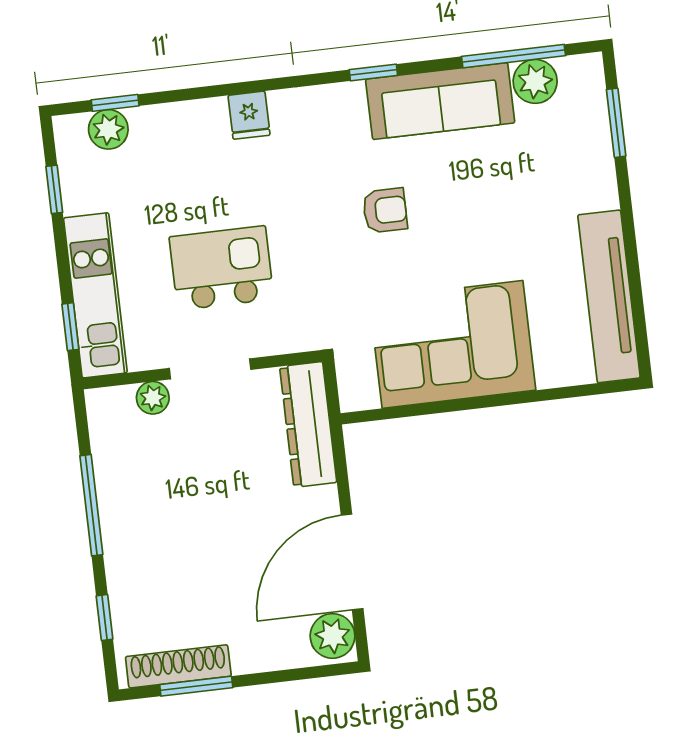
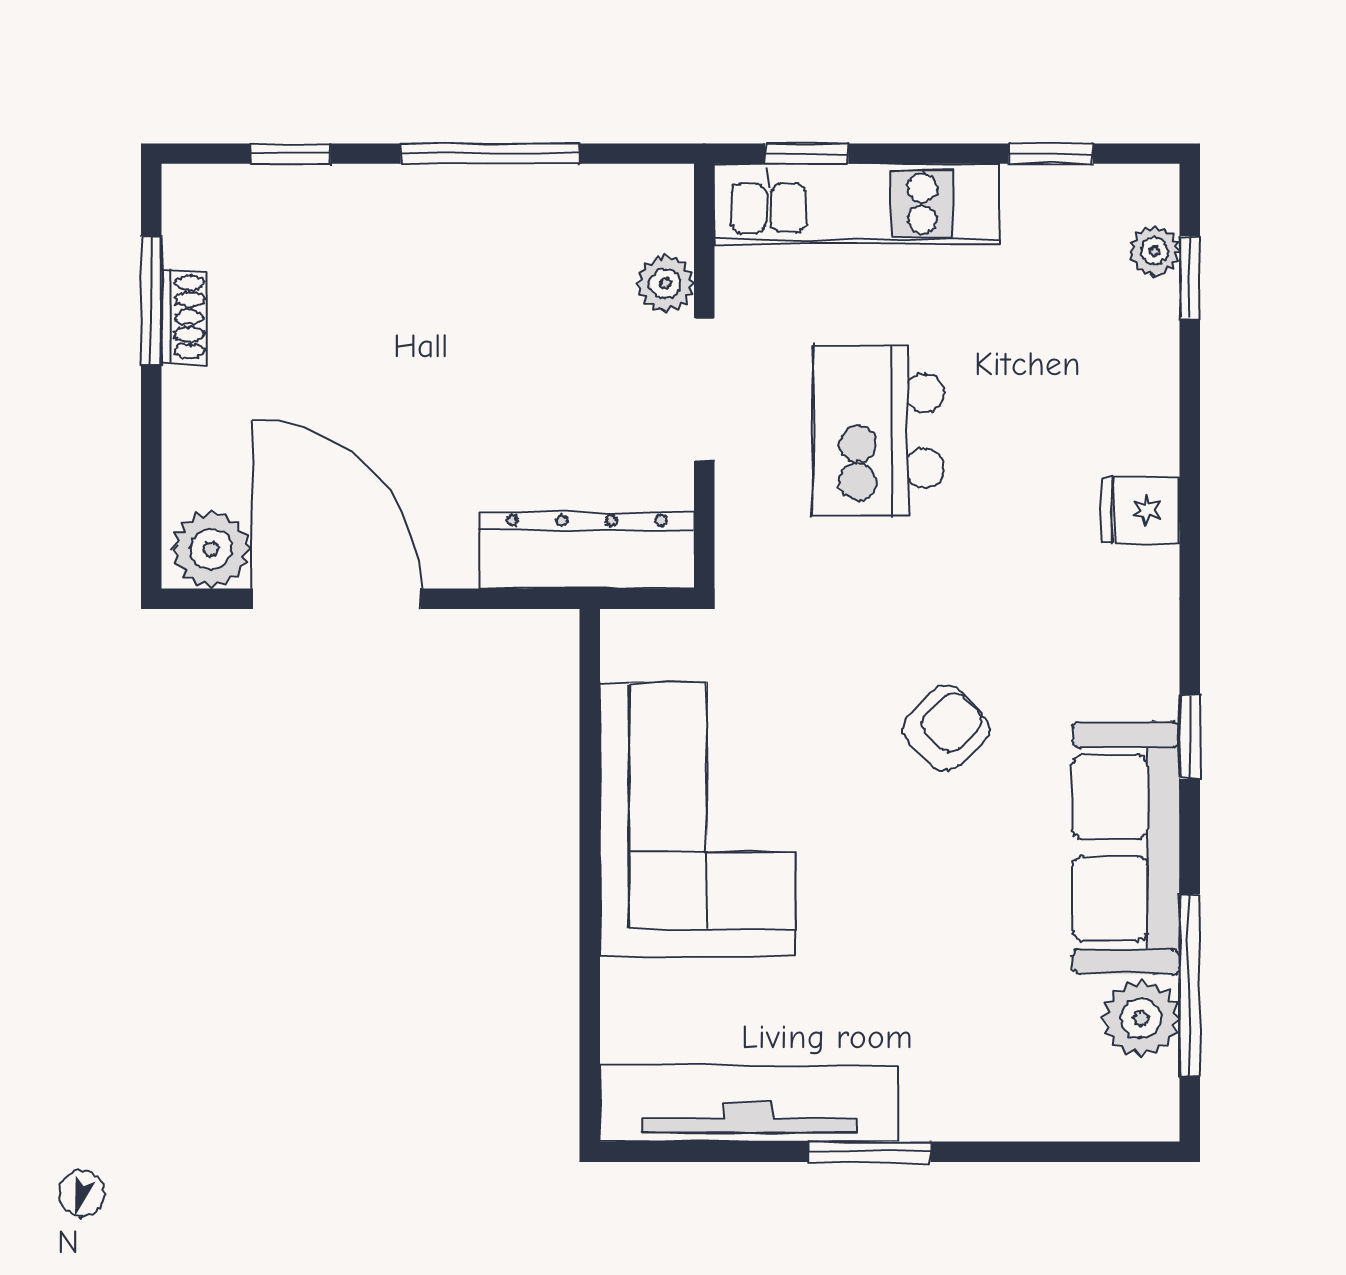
window: (616, 123) -> (870, 1152), moved
plant: (108, 129) -> (1154, 251), width x0.73, depth x0.73
armchair: (385, 210) -> (946, 729), turned -135
kitchen island: (221, 268) -> (879, 430), turned 180
shoe rack: (178, 666) -> (184, 317), width x0.51, depth x0.81

